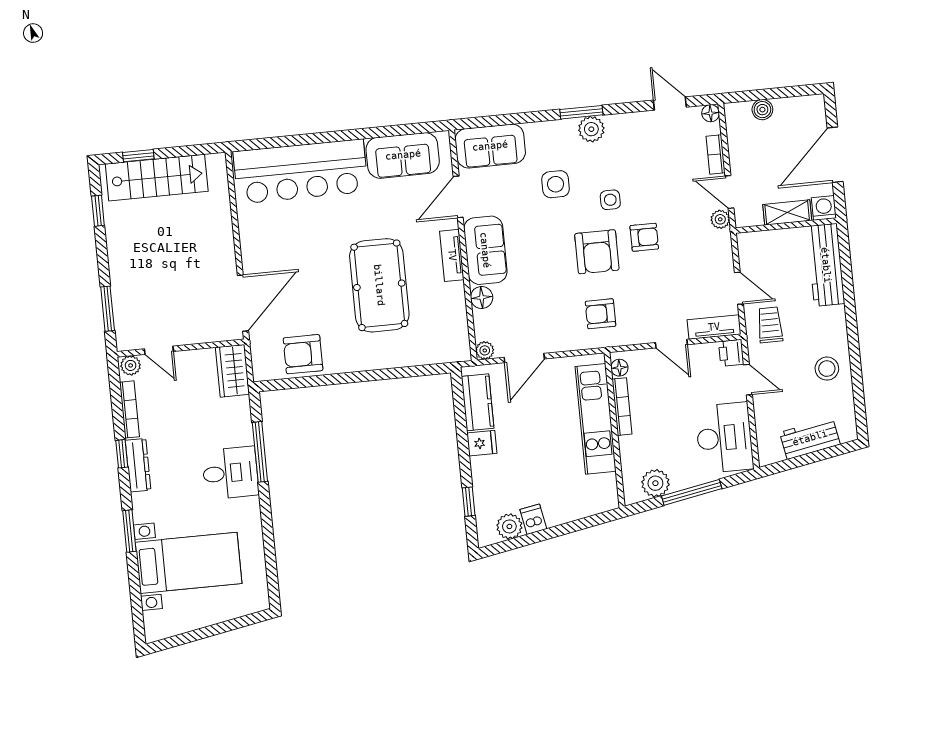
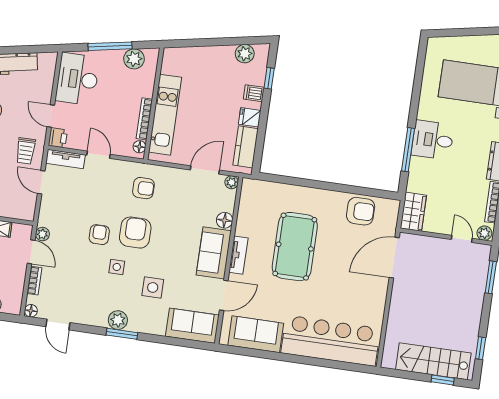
armchair: (644, 237) -> (99, 235), turned 90
dishwasher: (533, 519) -> (254, 93), moved, turned 100

